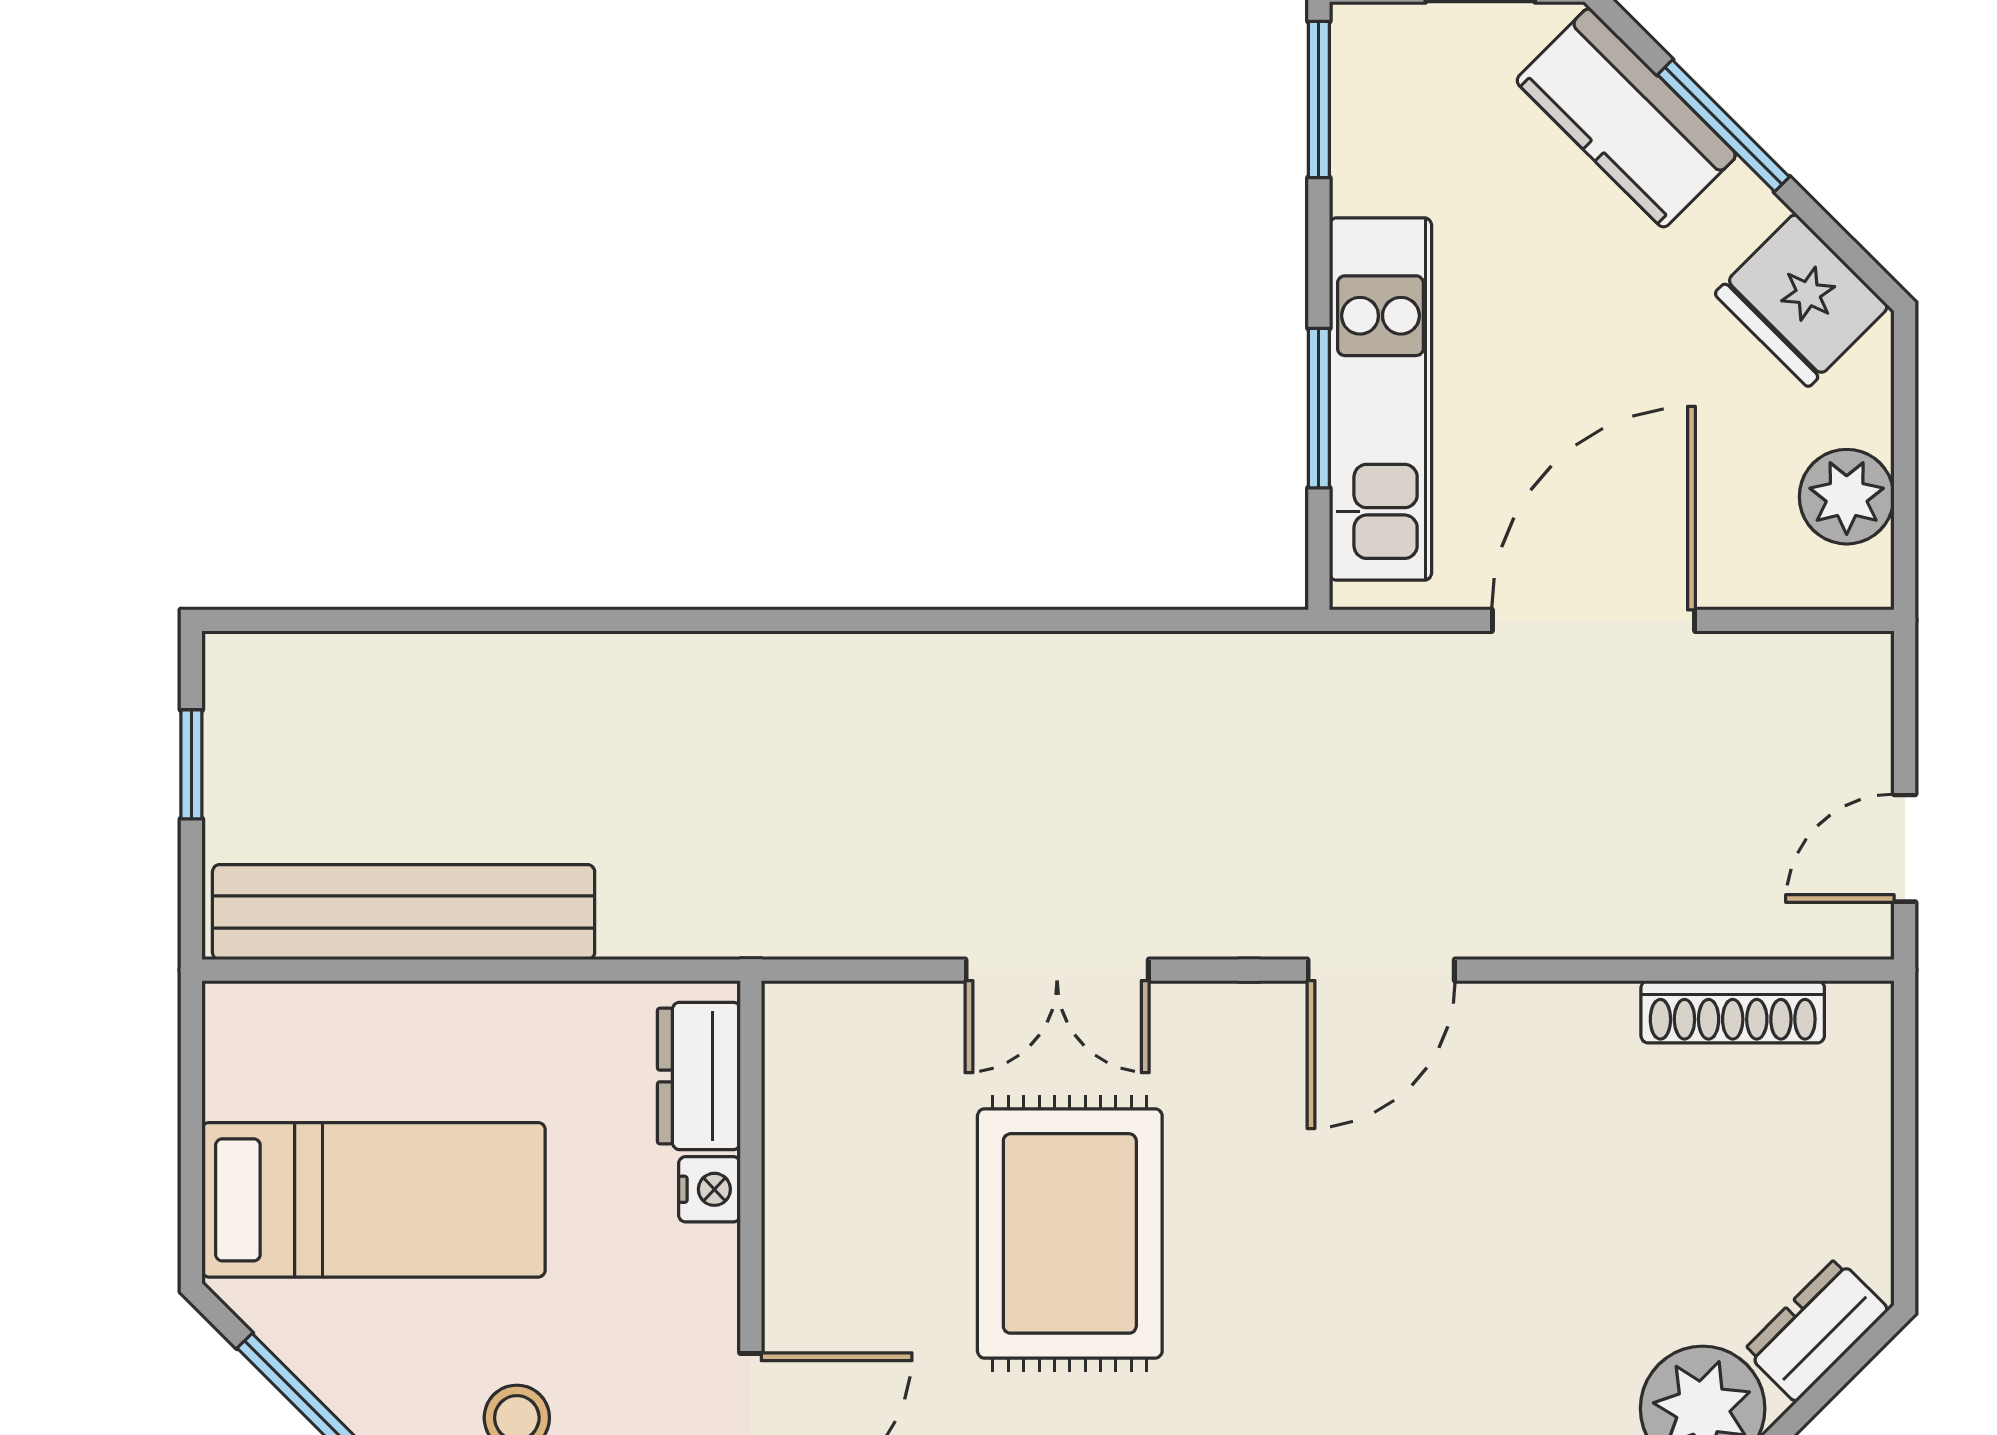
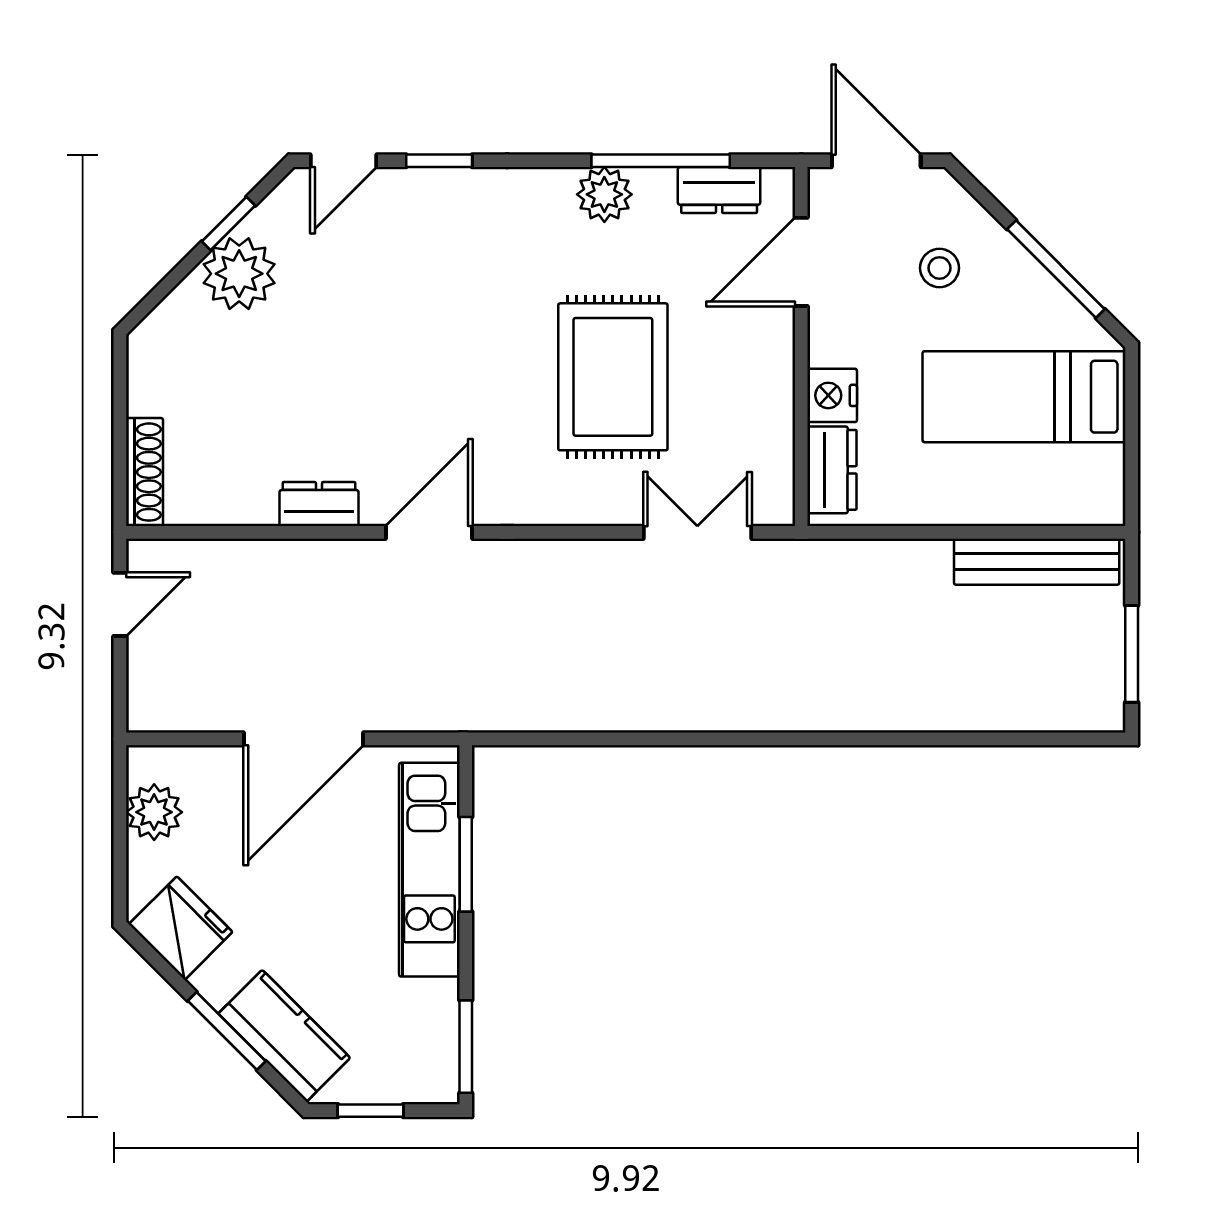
window: (191, 764) -> (1132, 654), width x1.50
bench: (404, 912) -> (1037, 562), width x0.73, depth x0.82
double door: (1057, 970) -> (697, 532), moved
shoe rack: (1733, 1012) -> (144, 472), moved, turned 90
nightstand: (709, 1189) -> (832, 395), width x1.39, depth x1.35
dresser: (1816, 1330) -> (319, 504), moved, turned -135

